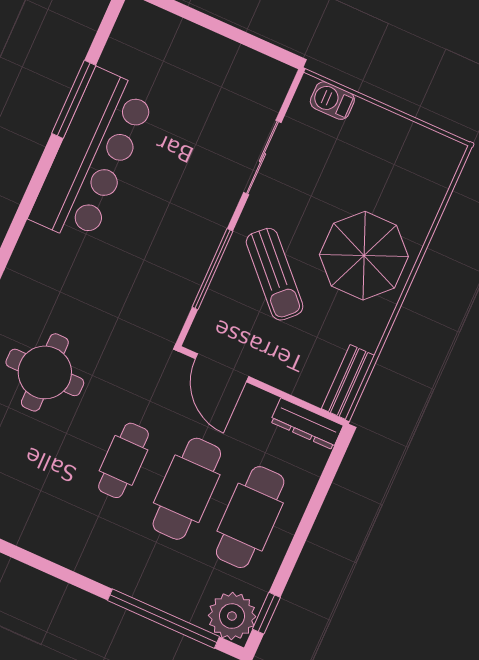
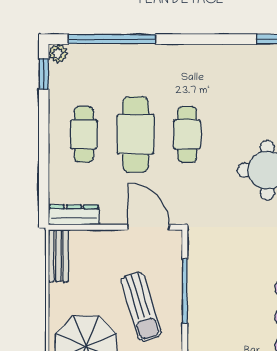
sun lounger: (275, 274) -> (141, 307), turned -153
cafe table: (250, 517) -> (84, 134), width x0.73, depth x0.74
plant: (232, 616) -> (58, 53), width x0.53, depth x0.53

